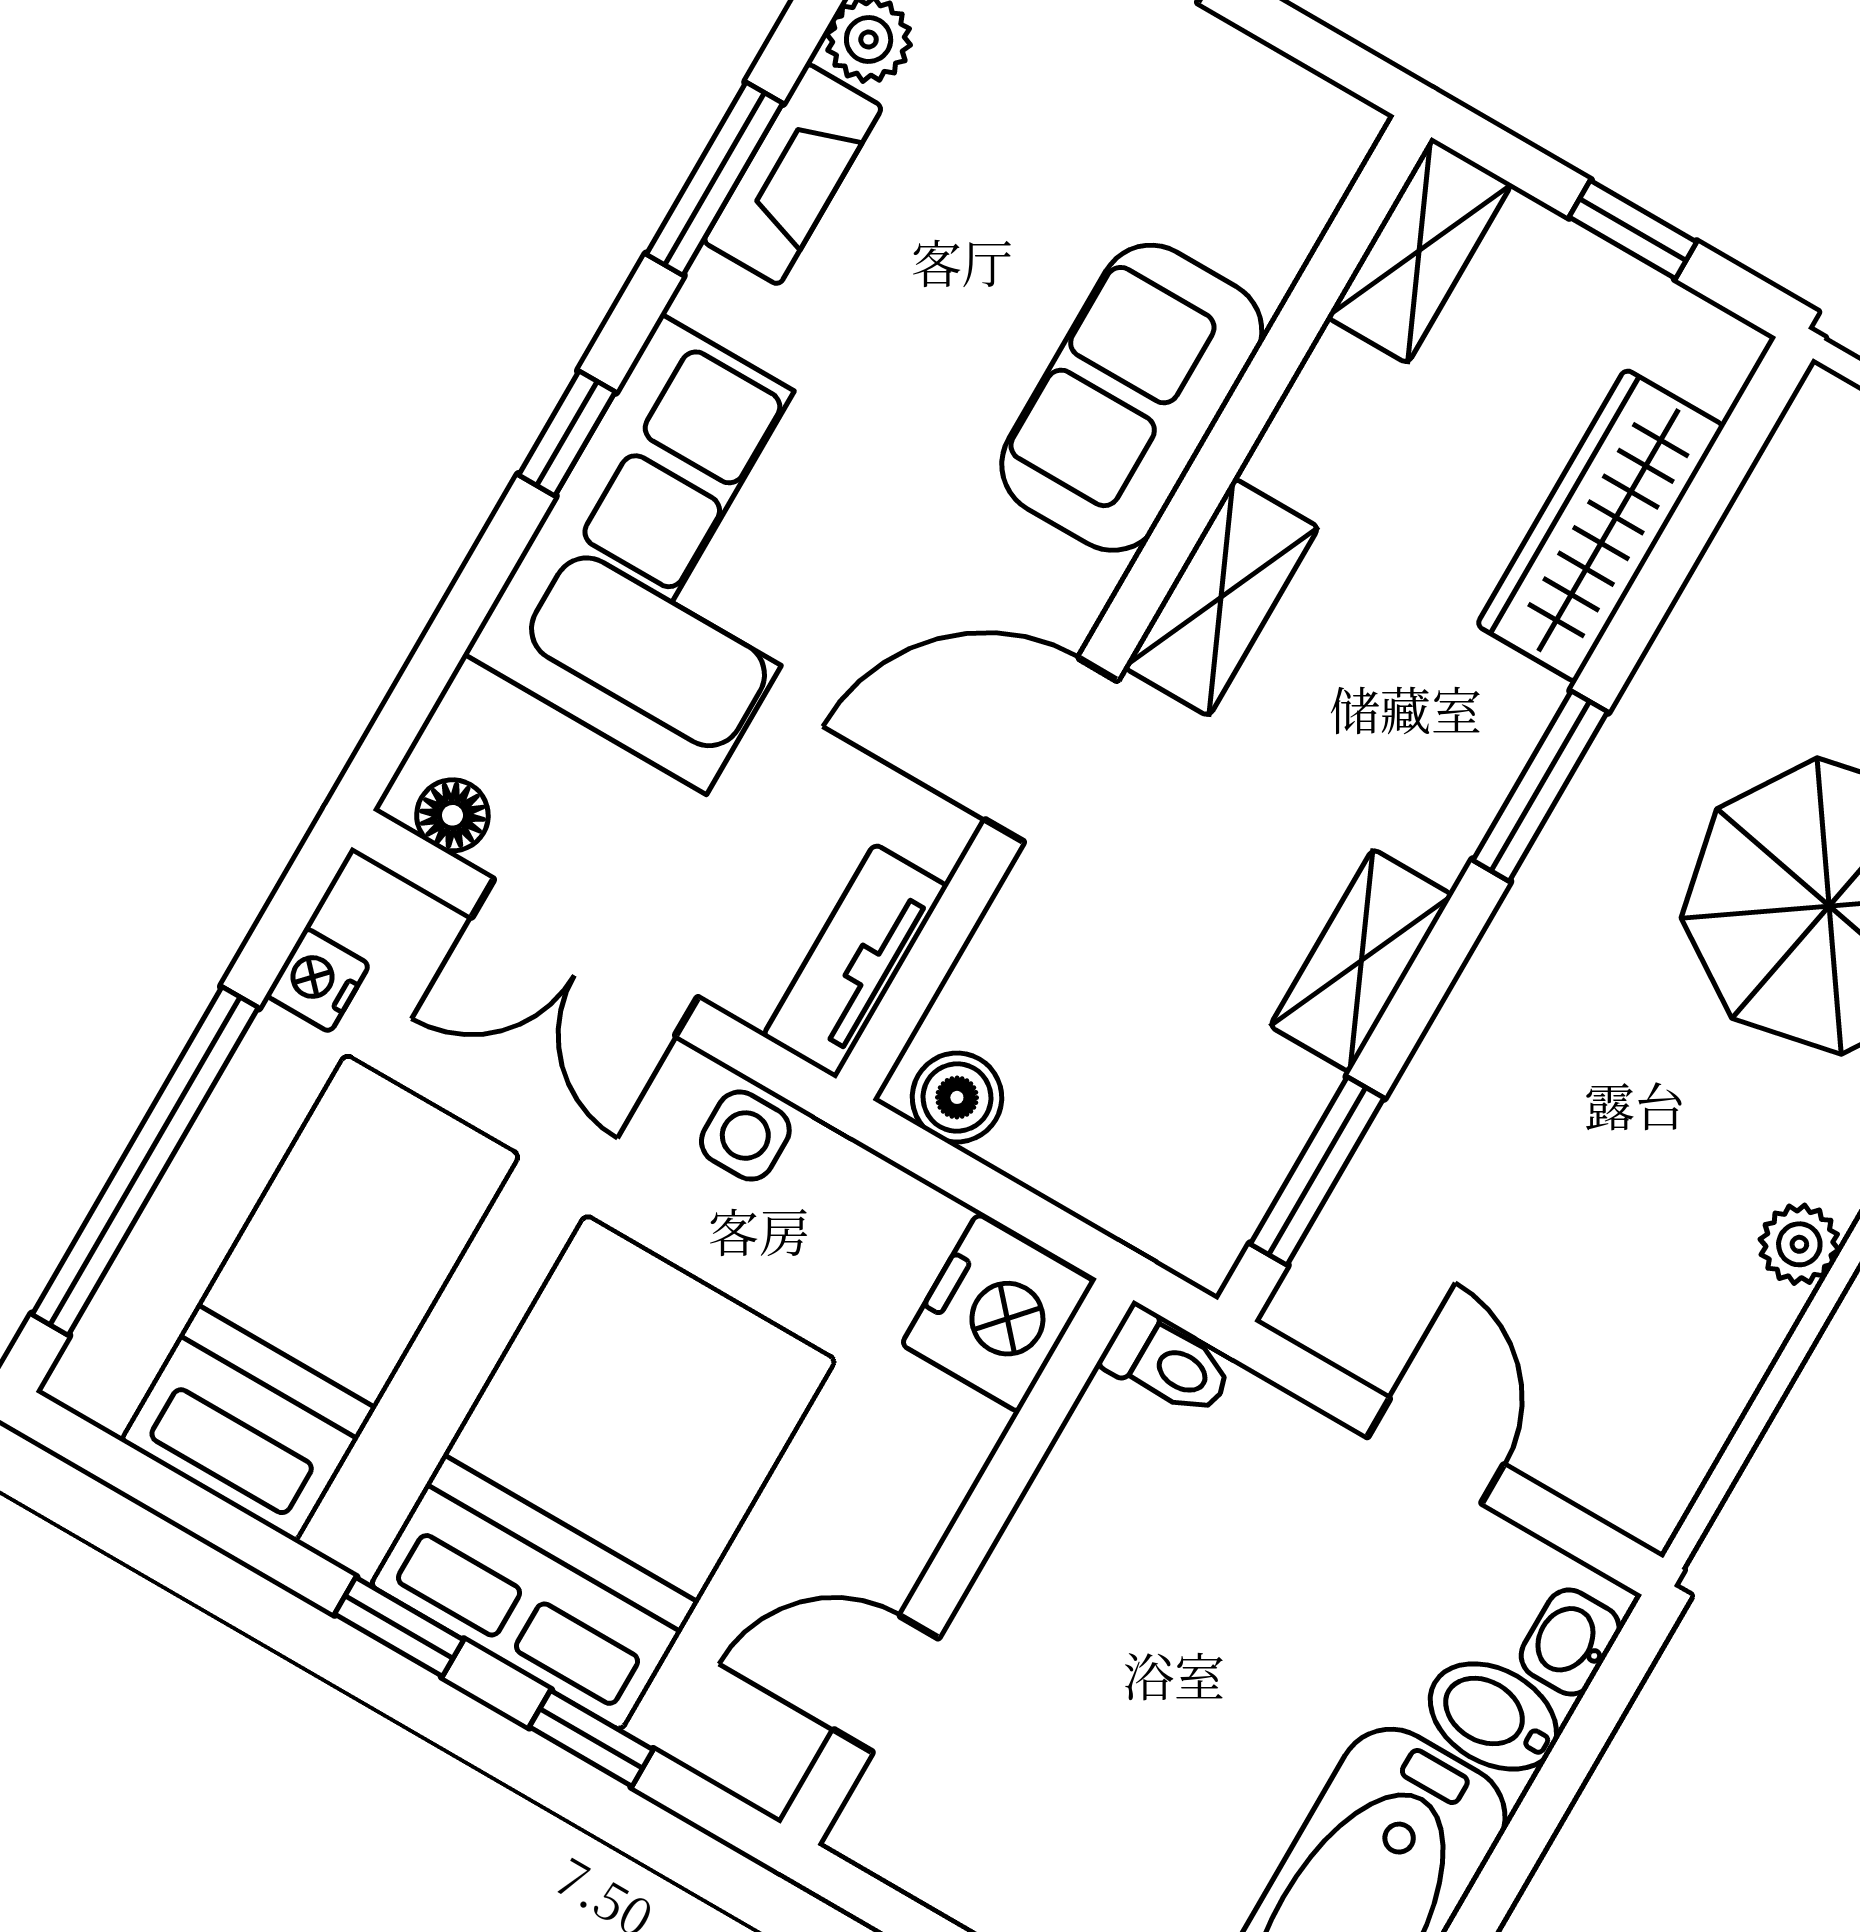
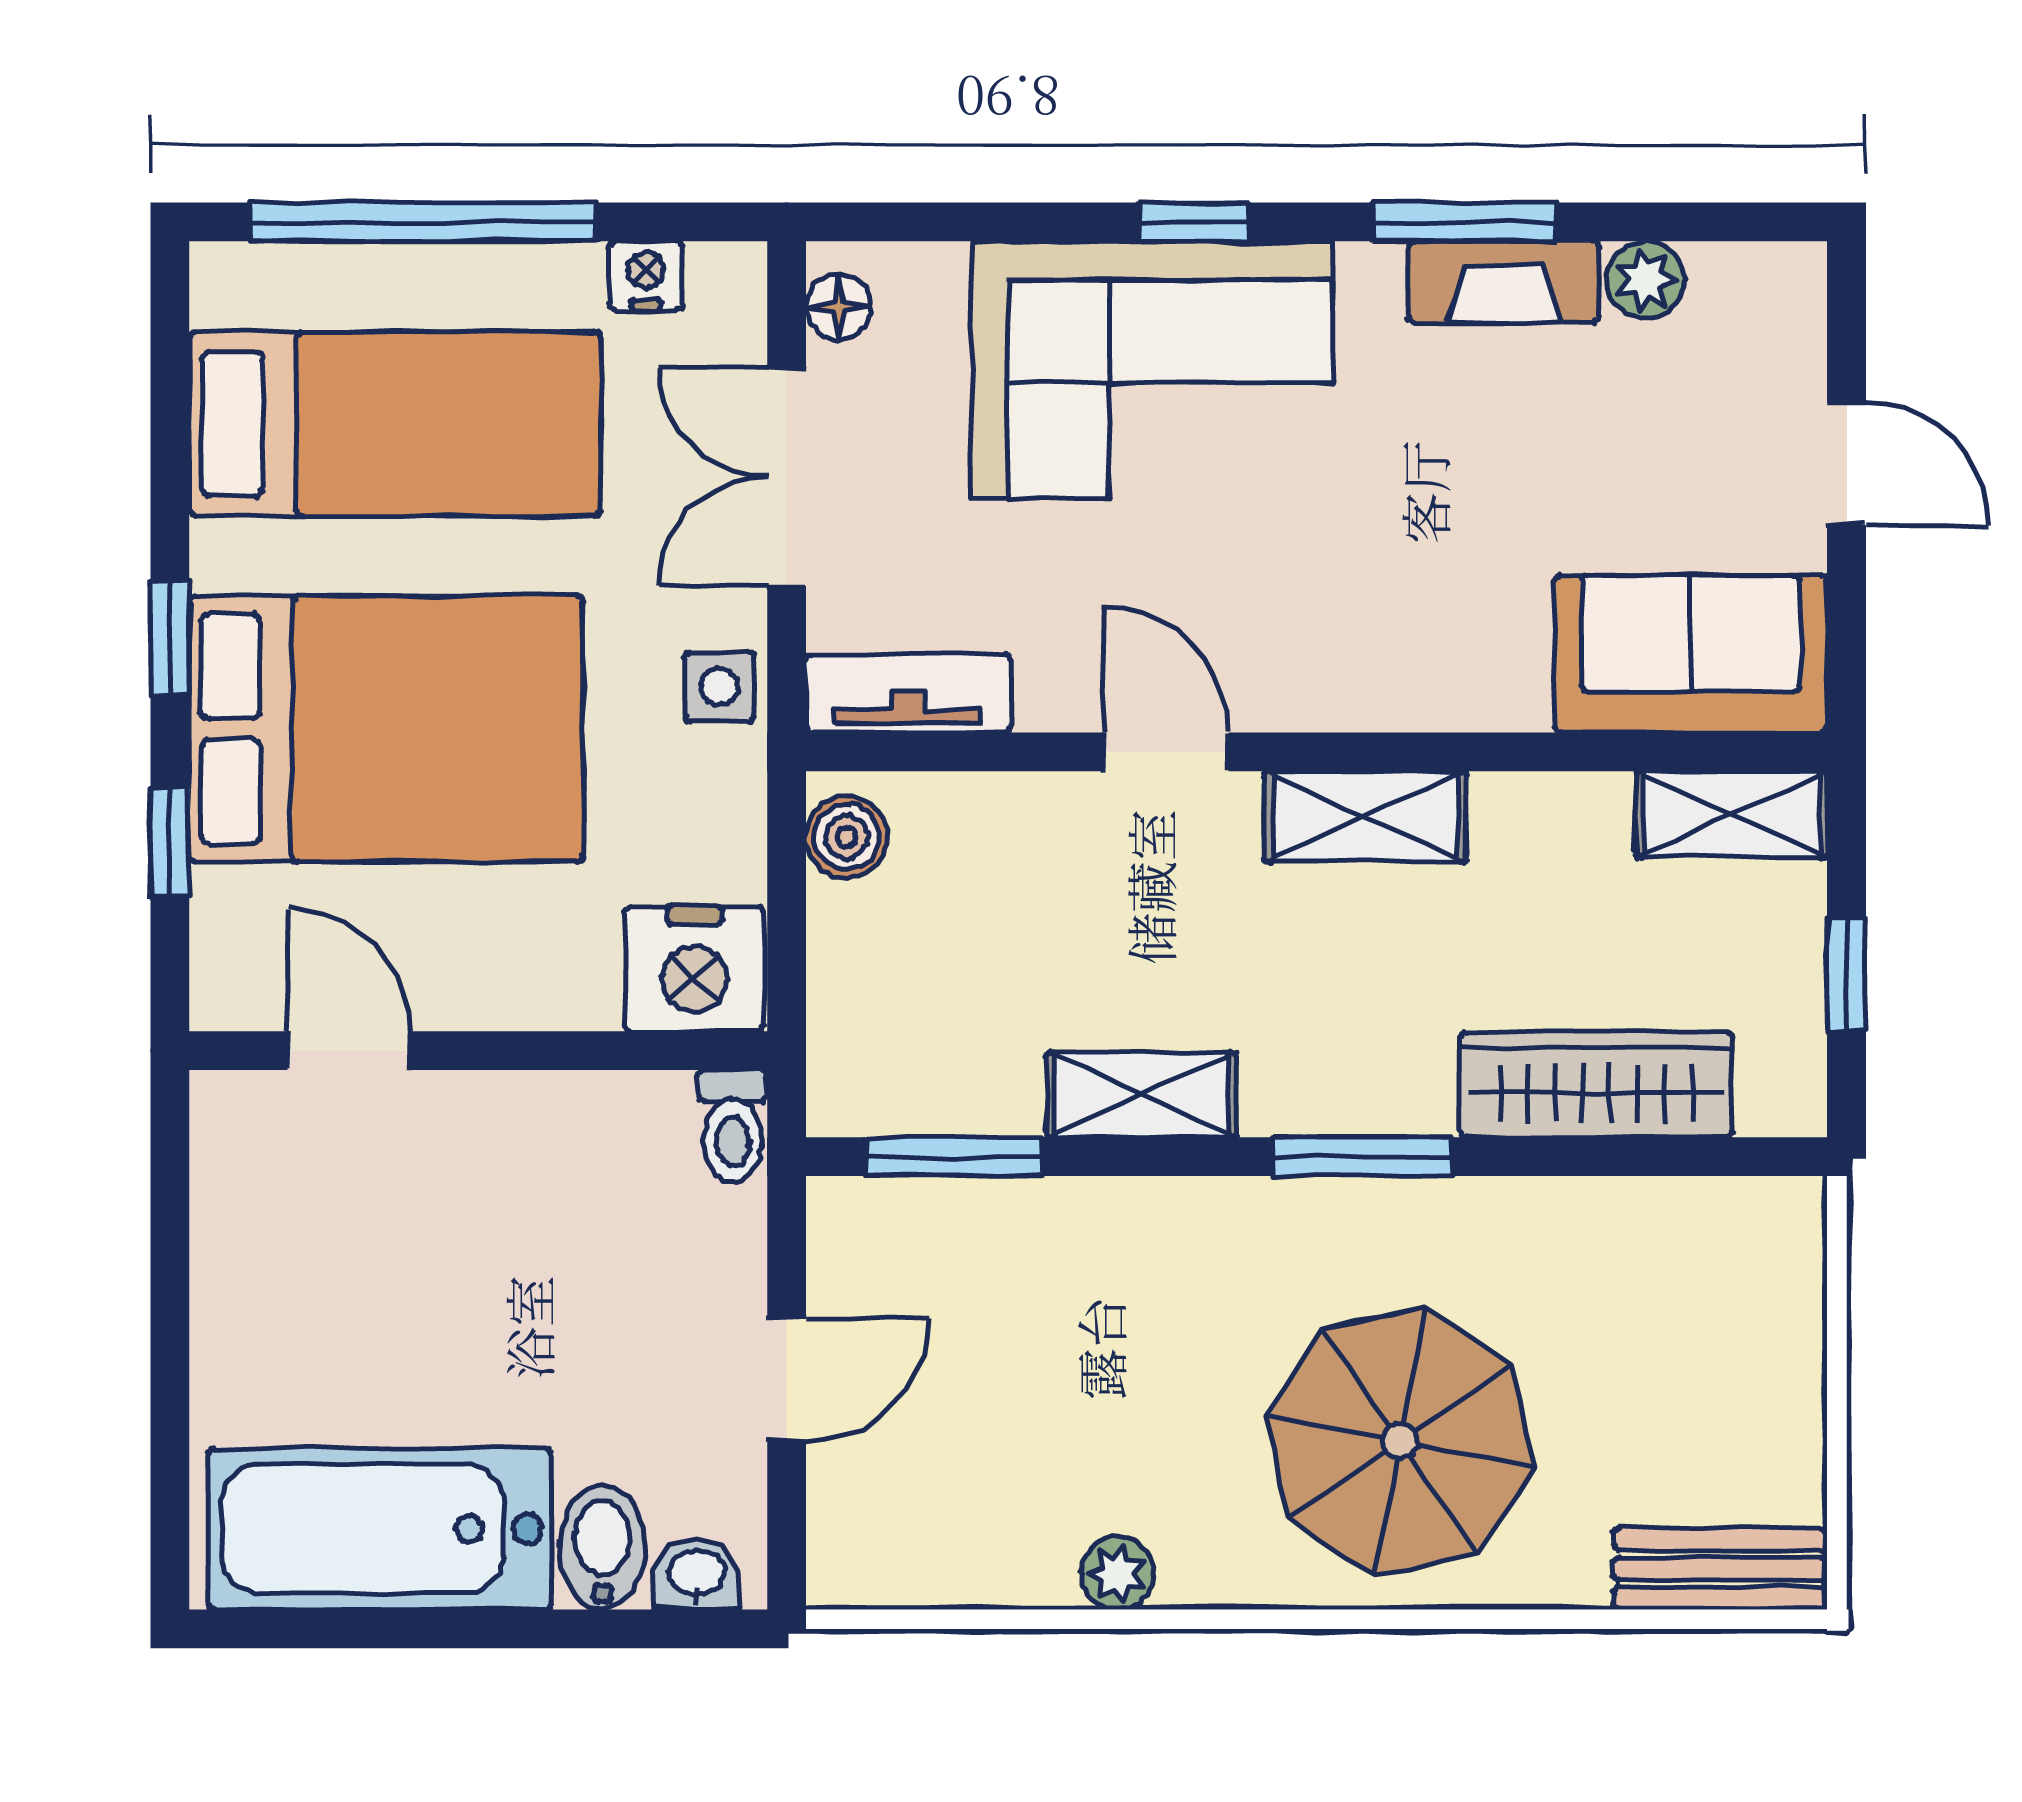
sofa: (1132, 398) -> (1691, 654), moved
door: (1051, 750) -> (1166, 752), width x0.73

